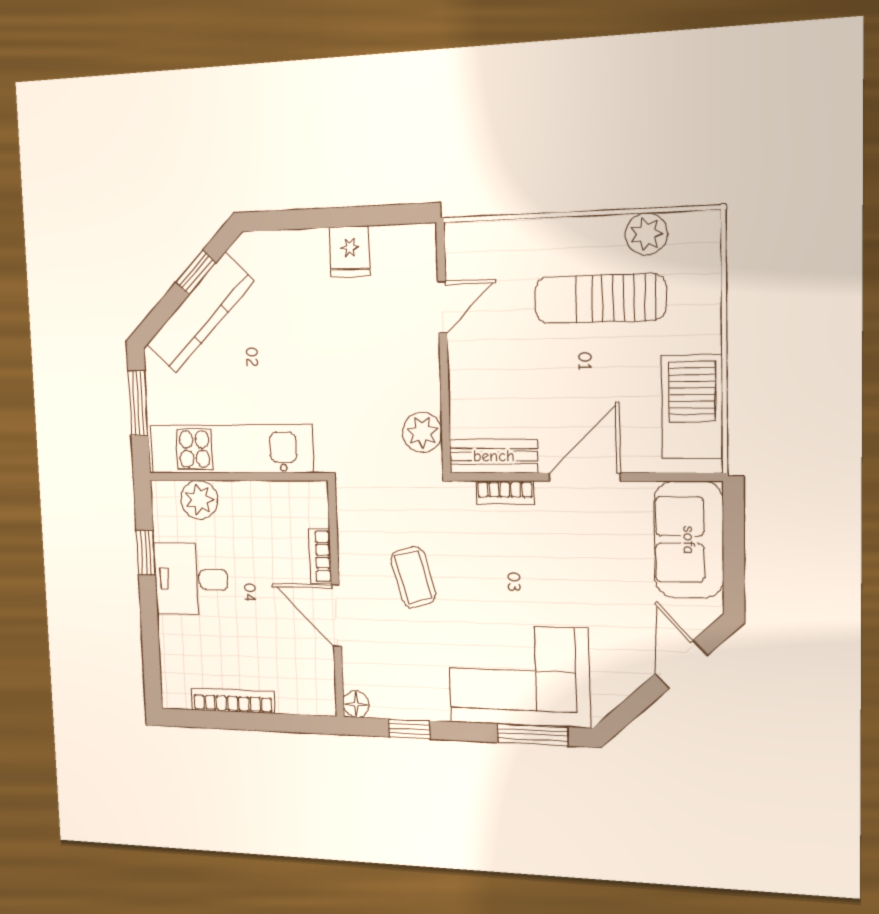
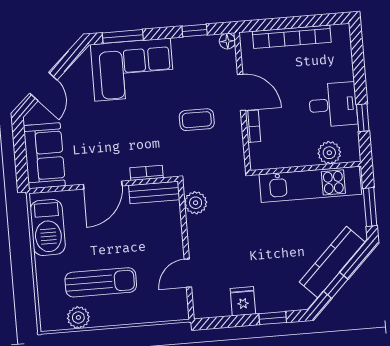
window: (301, 219) -> (273, 318), added
coffee table: (413, 577) -> (197, 120), turned -75
bookcase: (233, 701) -> (292, 37), width x1.48, depth x1.31

